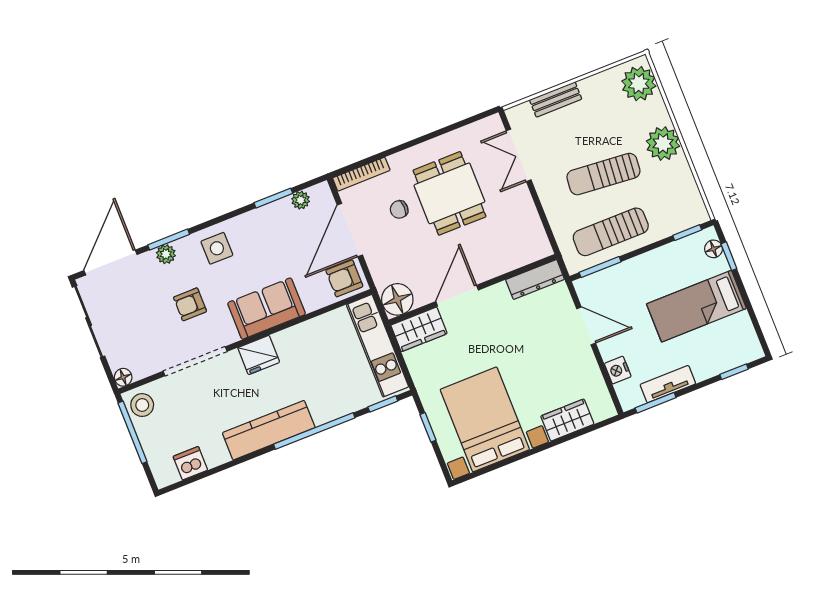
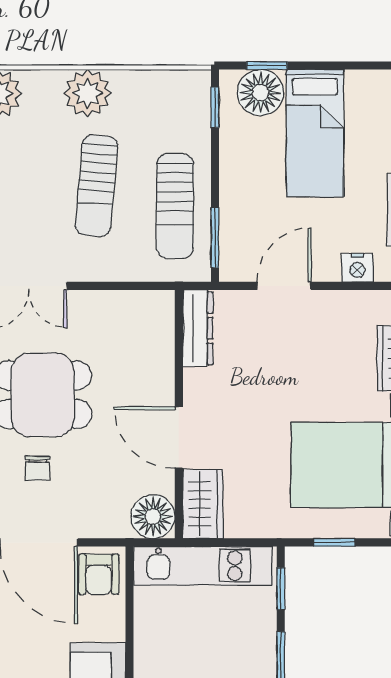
floor lamp: (713, 249) -> (260, 93), width x1.89, depth x1.89

